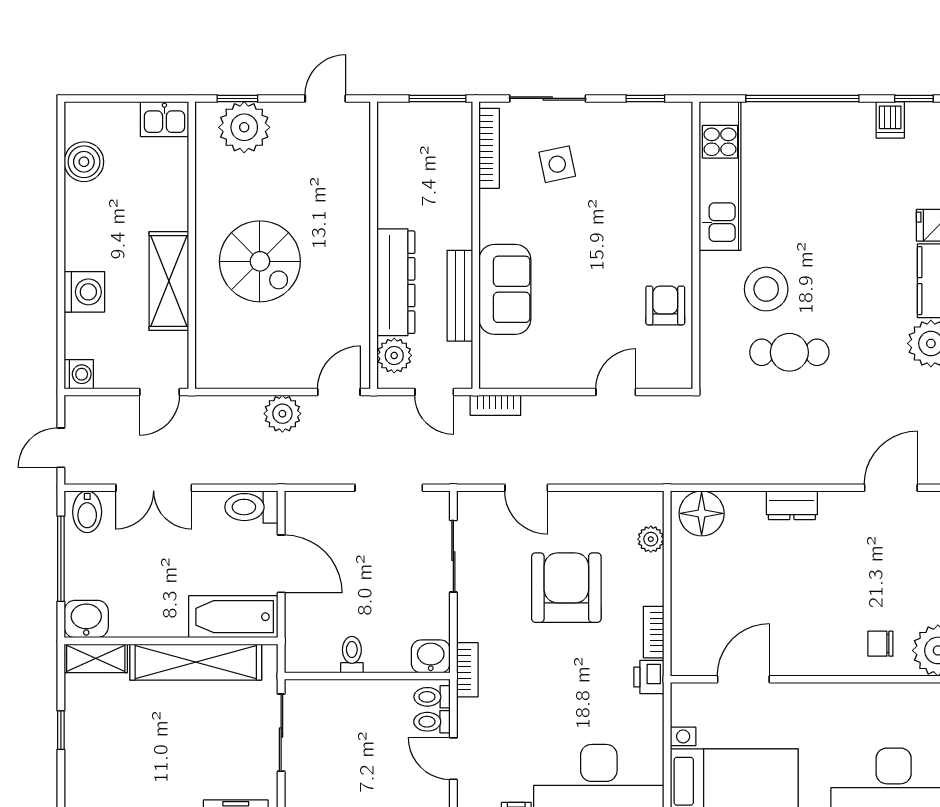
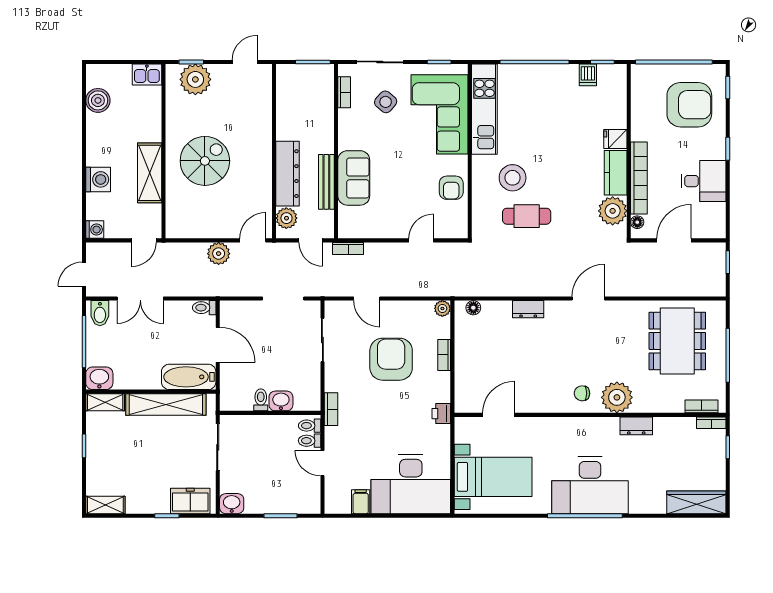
bookcase: (489, 148) -> (344, 92), width x0.64
side table: (557, 164) -> (386, 102), turned -38
corner sofa: (646, 185) -> (440, 114), added
spiral stairs: (260, 261) -> (205, 161), turned -90
armchair: (665, 305) -> (451, 188), turned 180
toilet: (251, 507) -> (204, 308), width x0.73, depth x0.72
floor lamp: (702, 513) -> (473, 308), width x0.53, depth x0.53
plant: (651, 539) -> (442, 308), moved
bookcase: (654, 632) -> (444, 355), moved
washbasin: (431, 656) -> (281, 401), moved

